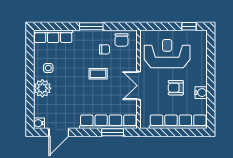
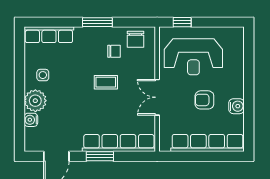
window: (189, 26) -> (182, 22), moved
reception desk: (167, 54) -> (193, 57), turned 180
water cooler: (39, 123) -> (31, 120), moved
window: (113, 132) -> (100, 156), moved

